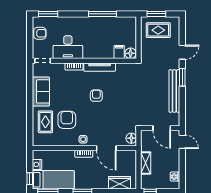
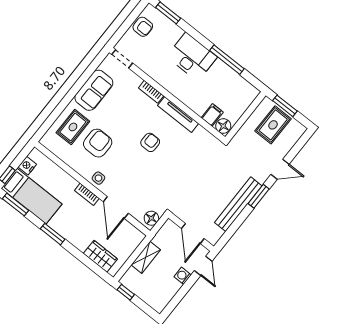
rug: (158, 30) -> (273, 125), turned 90
desk: (68, 47) -> (192, 57), moved, turned 180
washing machine: (175, 177) -> (183, 276), moved

